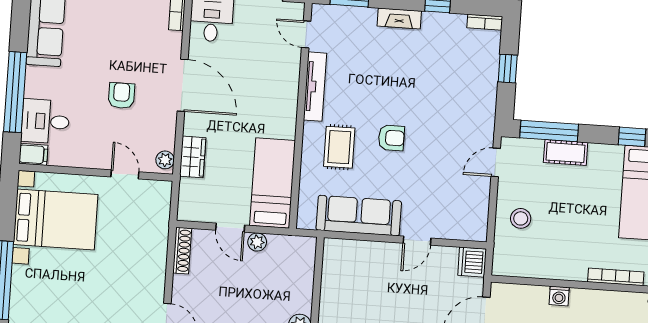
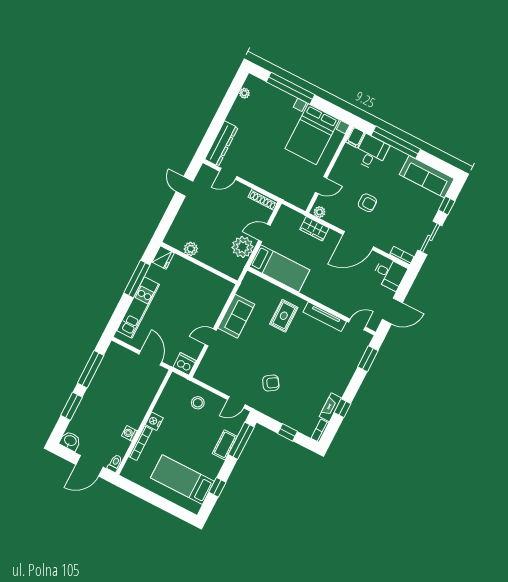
fireplace: (399, 18) -> (330, 407), moved
armchair: (391, 138) -> (271, 383), moved, turned -124
rug: (339, 147) -> (284, 316), turned 90
door: (496, 162) -> (236, 402), swing flipped
sofa: (359, 216) -> (236, 316), width x0.73
door: (417, 241) -> (211, 337), hinge flipped
plant: (257, 242) -> (243, 247), width x1.88, depth x1.88
nightstand: (575, 271) -> (154, 421), added
washing machine: (559, 296) -> (129, 433), moved

